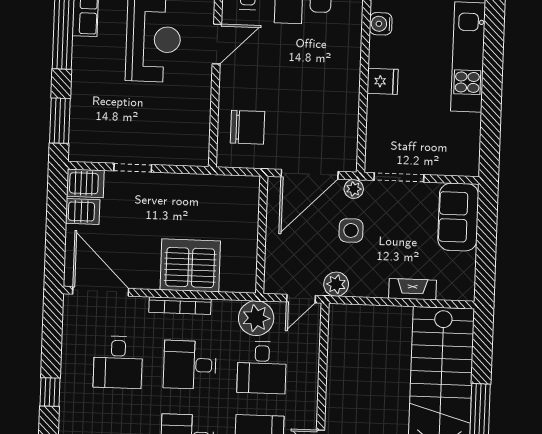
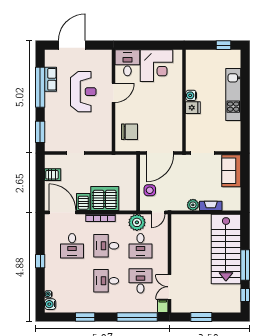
water cooler: (381, 24) -> (191, 95), moved
server rack: (85, 183) -> (83, 202), moved, turned -90
plant: (354, 189) -> (181, 159), removed
side table: (351, 230) -> (150, 190), moved
plant: (336, 284) -> (193, 205), moved

